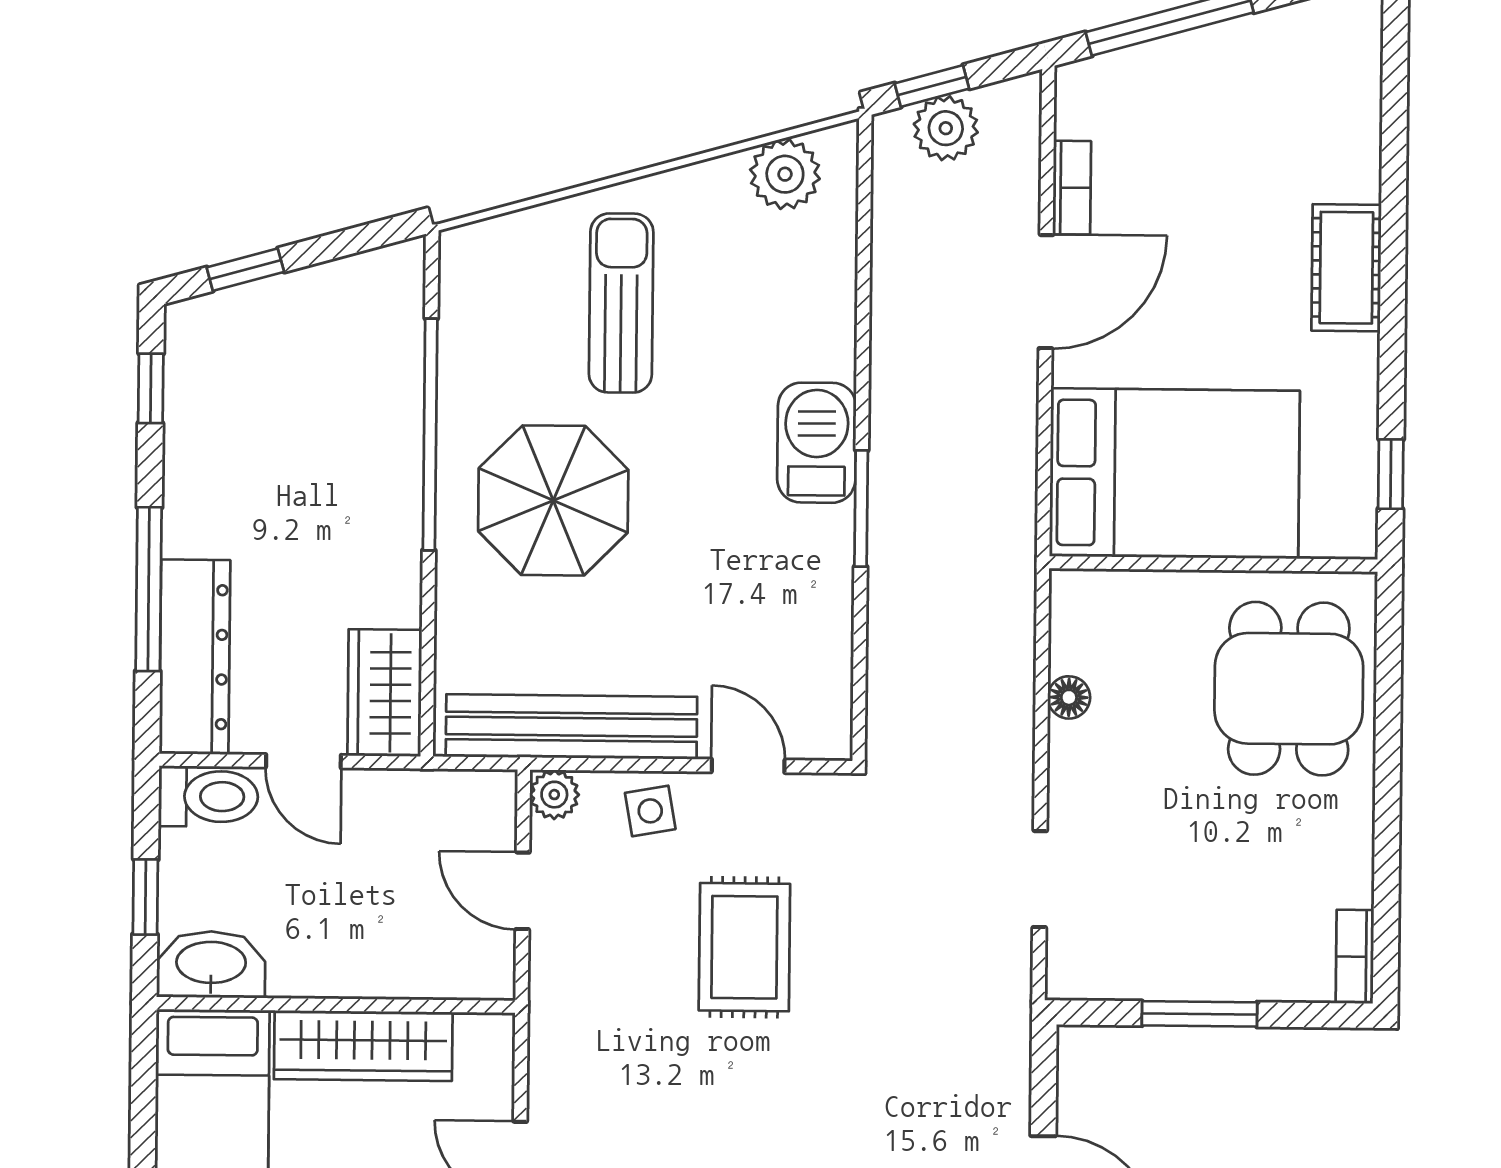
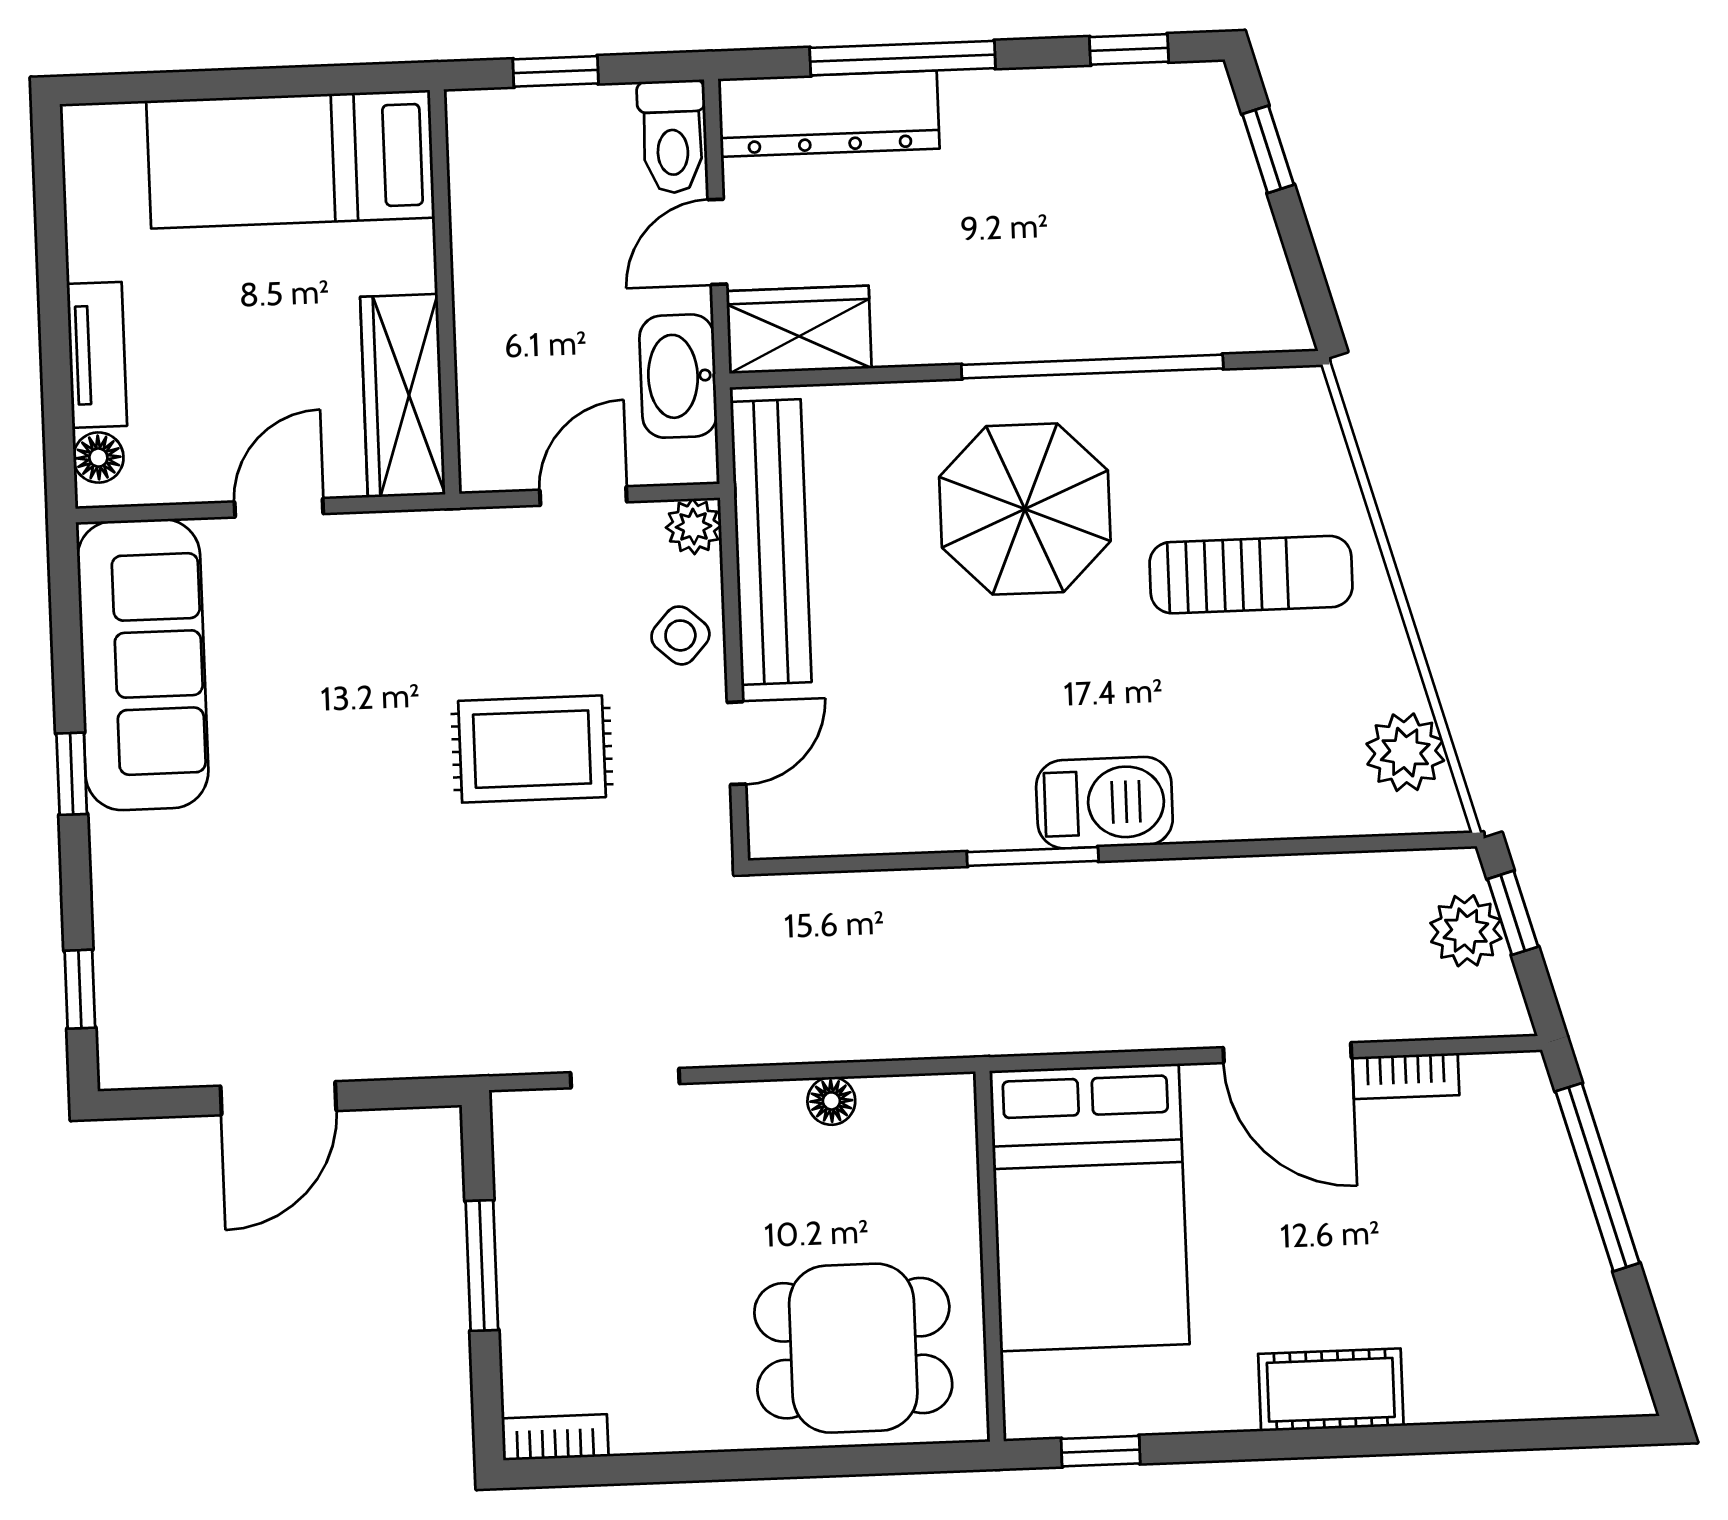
side table: (650, 811) -> (680, 635), turned -38
washbasin: (211, 964) -> (678, 376), moved, turned 180
wardrobe: (363, 1046) -> (403, 396), moved

